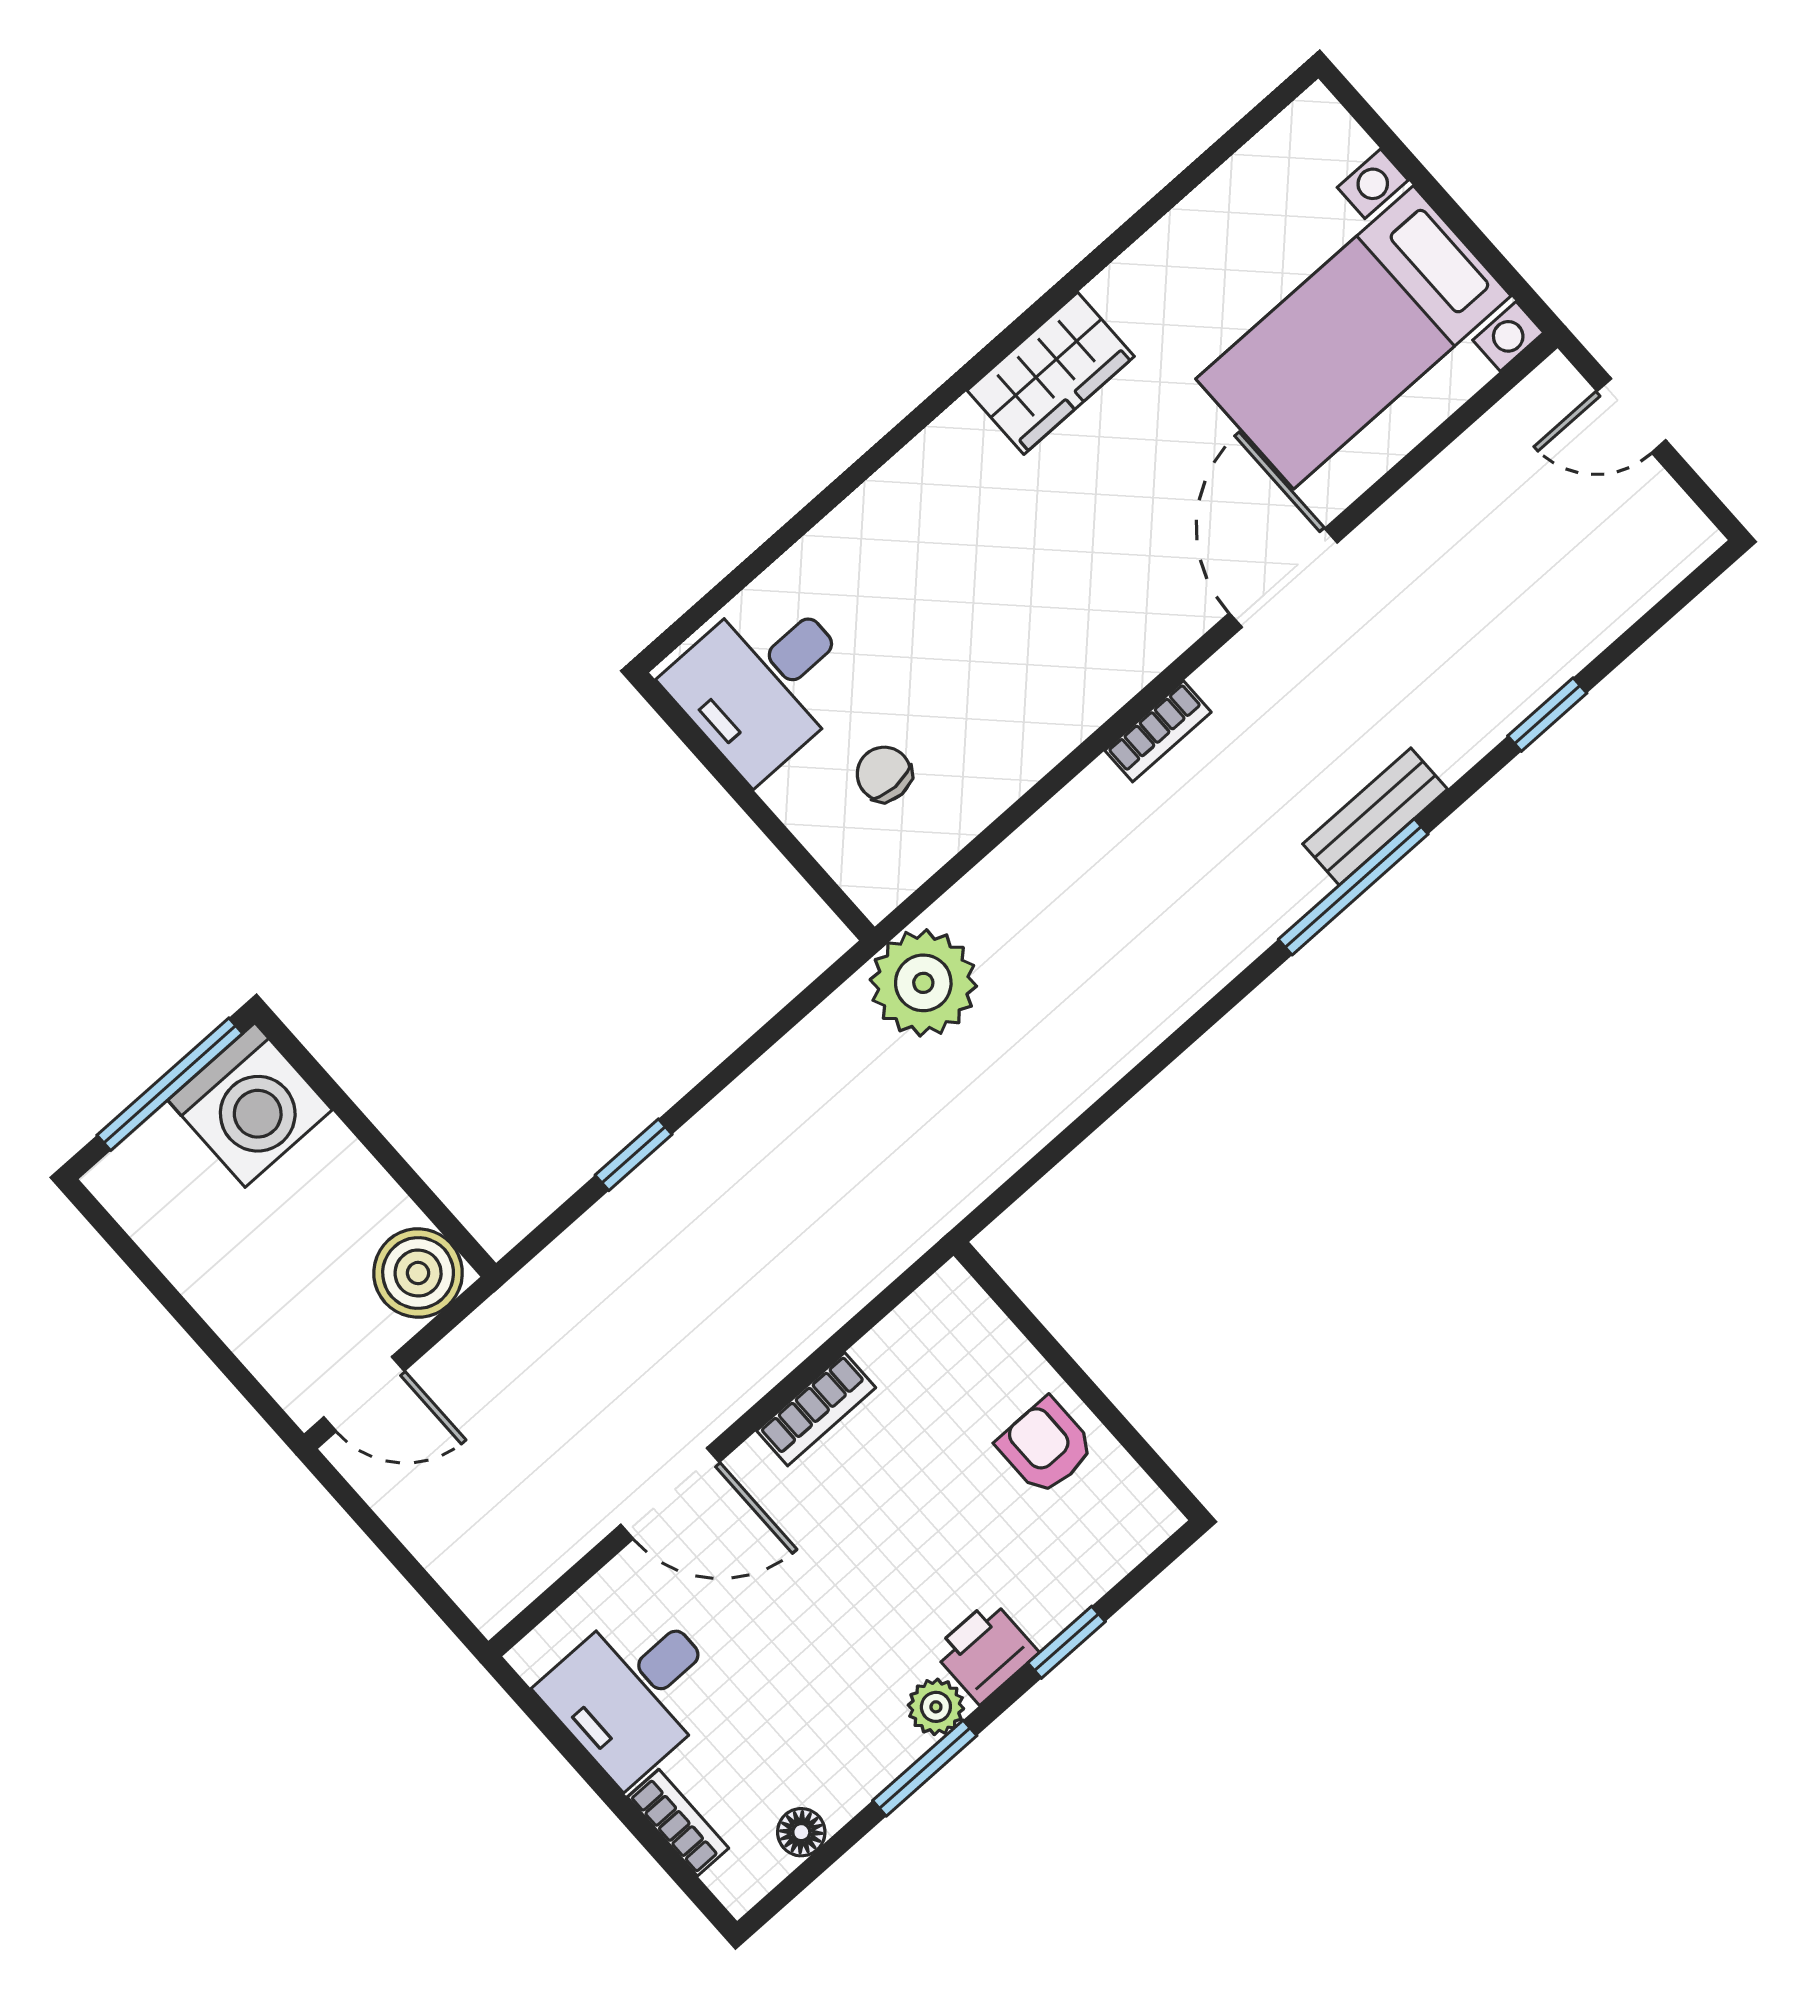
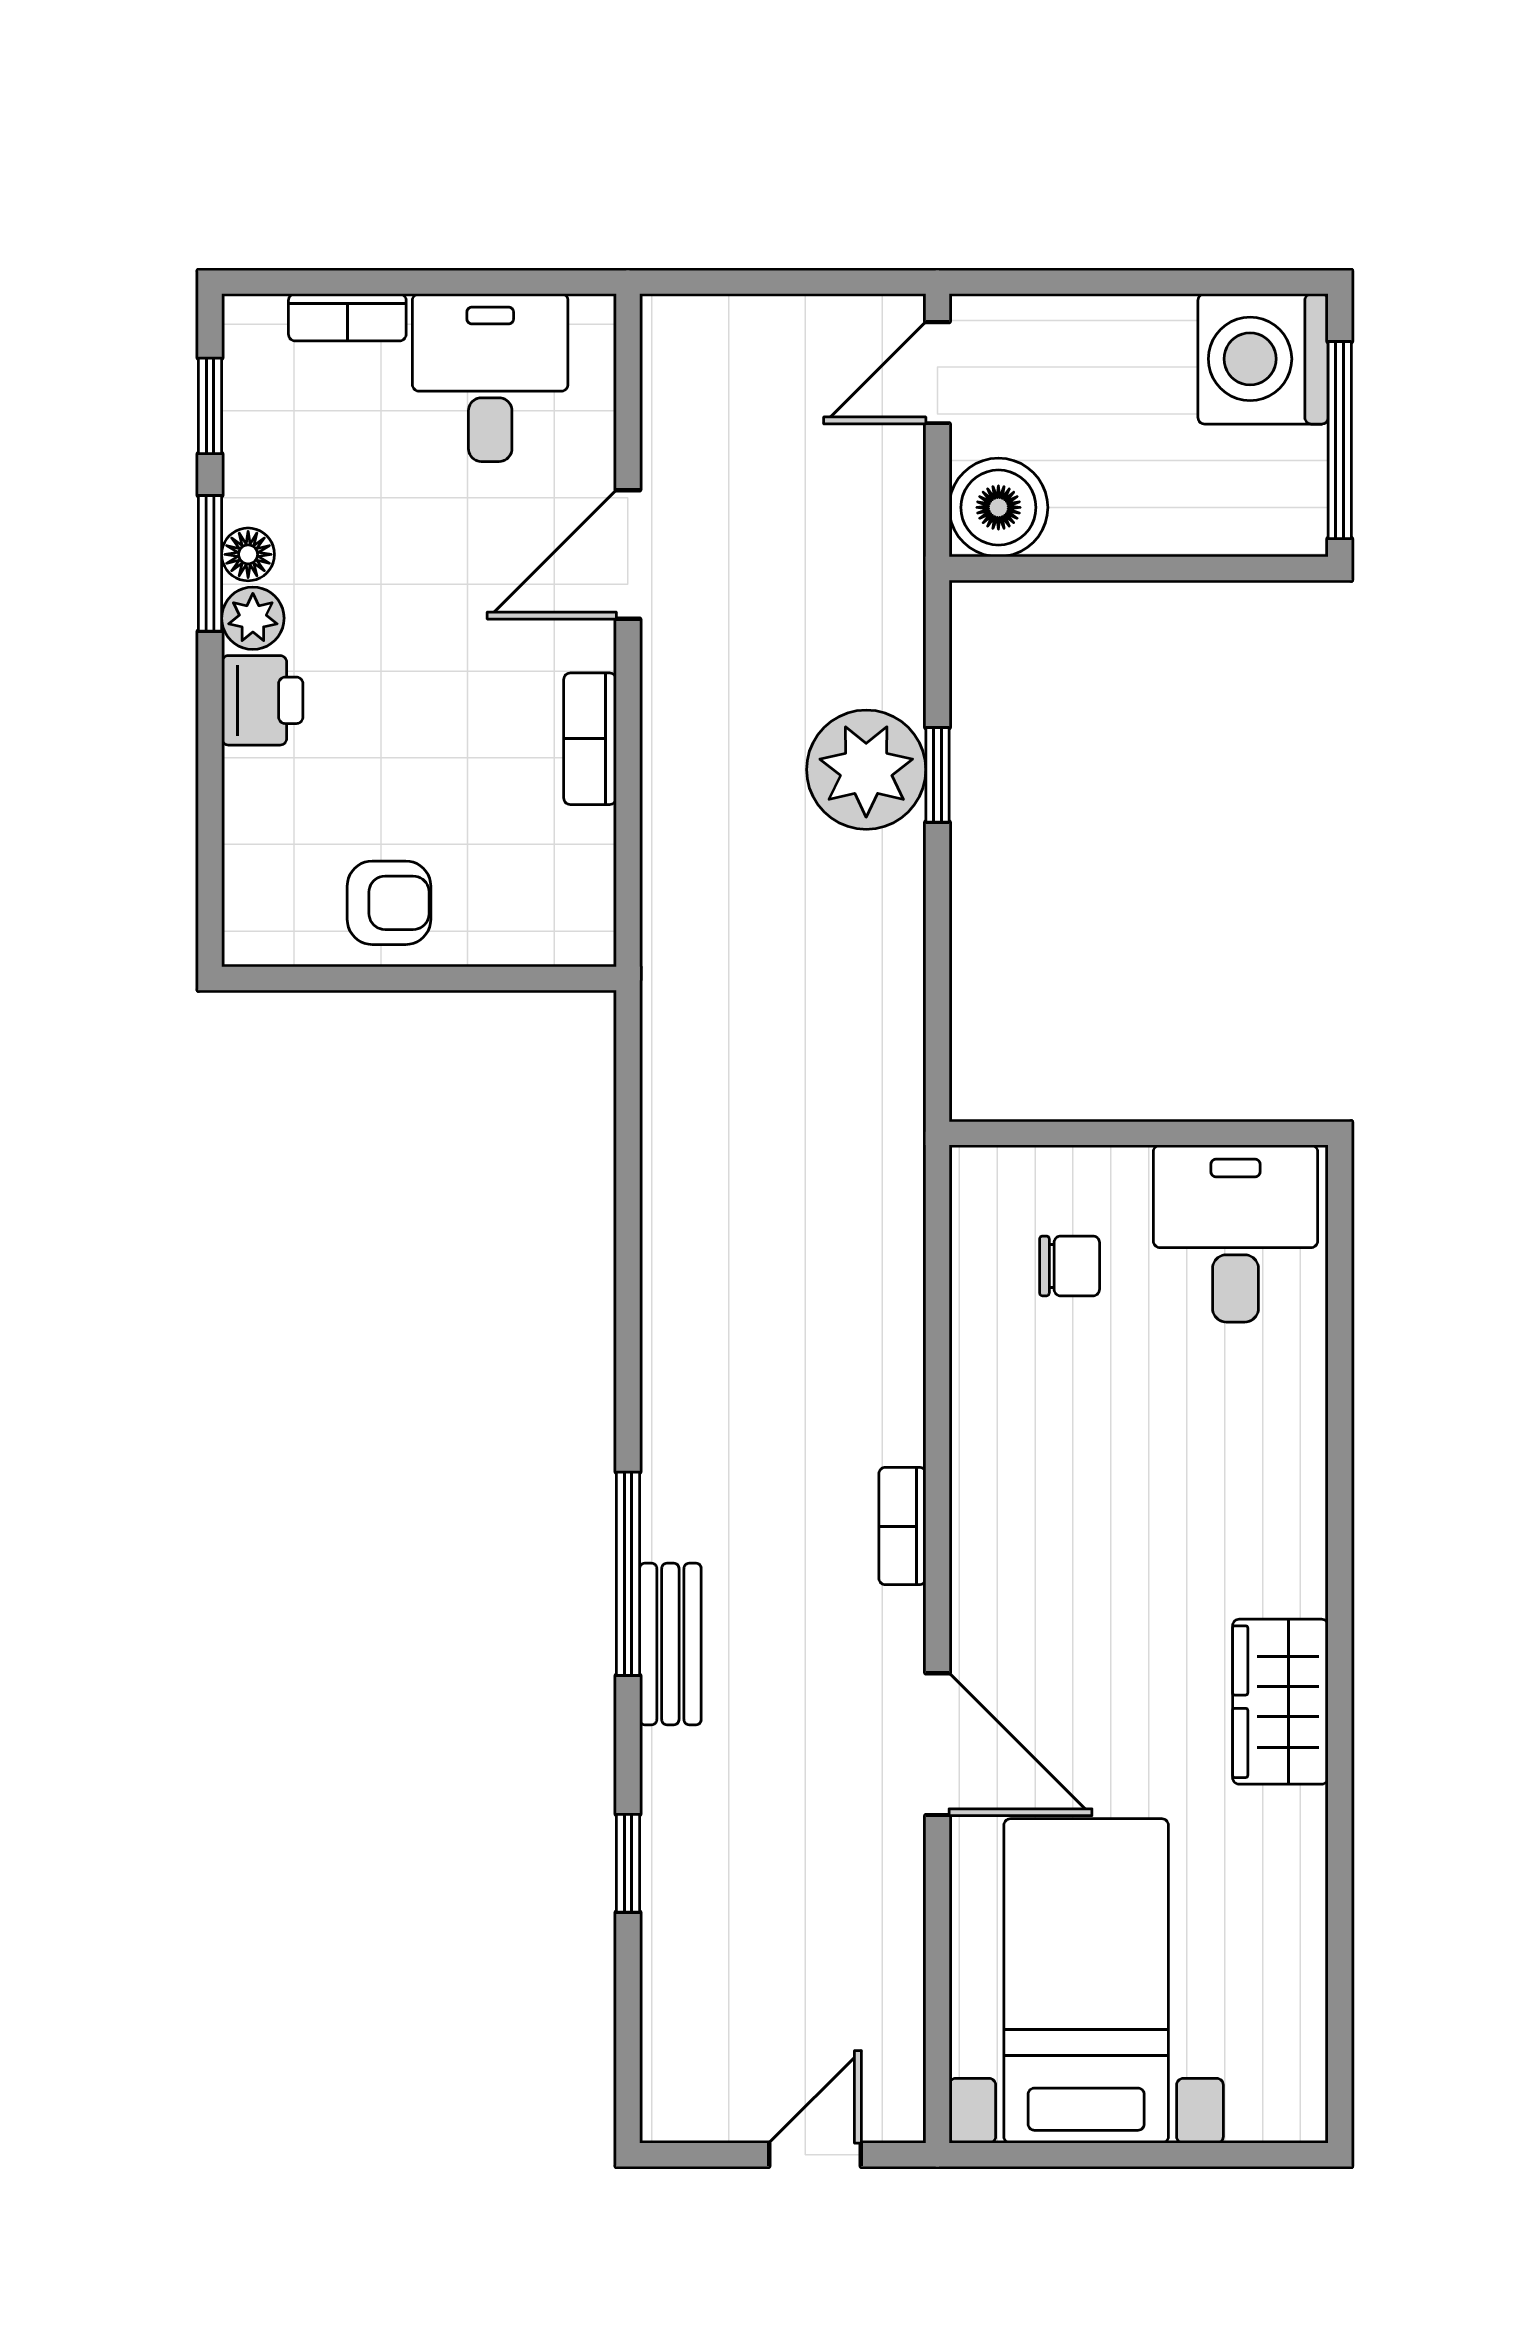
plant: (923, 983) -> (866, 770), moved
washing machine: (250, 1105) -> (1263, 359), moved
window: (1067, 1642) -> (210, 406), moved
floor lamp: (801, 1832) -> (248, 554), moved

